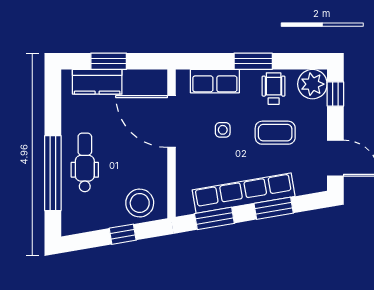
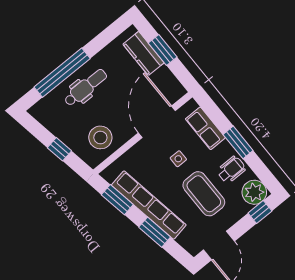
coffee table: (275, 133) -> (204, 194), width x1.36, depth x1.32
stool: (140, 203) -> (100, 137), moved

